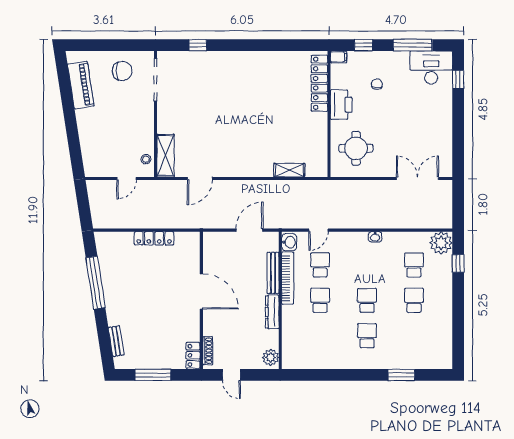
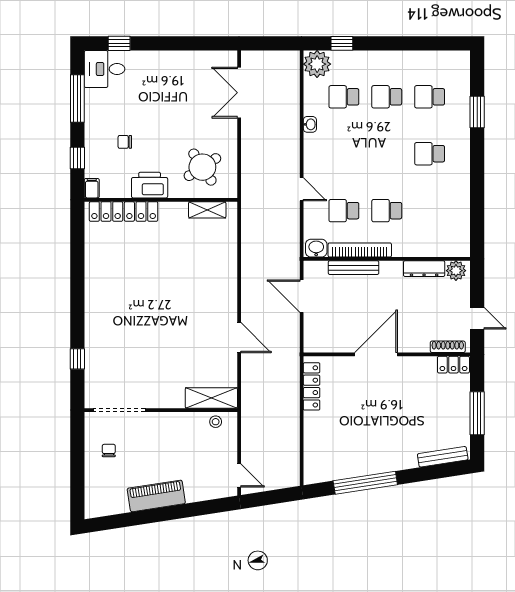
desk: (431, 68) -> (105, 69), width x0.73
chair: (122, 71) -> (109, 450), width x0.54, depth x0.54
piano: (81, 85) -> (156, 496), moved
round table: (356, 148) -> (202, 167), turned -33
shelving: (289, 170) -> (207, 210), moved, turned 90
door: (127, 178) -> (239, 475), moved
door: (200, 178) -> (239, 338), moved
door: (318, 230) -> (302, 189), moved
washbasin: (375, 237) -> (310, 124), moved
locker: (154, 238) -> (312, 386), moved
school desk: (367, 300) -> (430, 97), moved
dresser: (272, 312) -> (424, 269), moved
bench: (116, 341) -> (443, 457), width x1.36
door: (231, 375) -> (477, 318), hinge flipped

